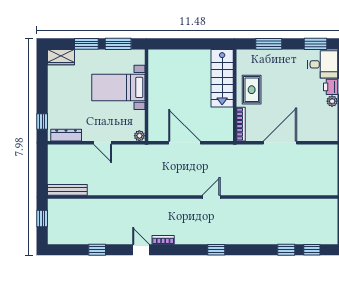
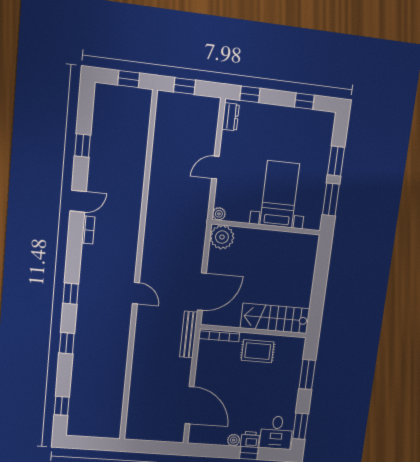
wardrobe: (61, 57) -> (325, 128), removed
window: (42, 77) -> (304, 101), added
plant: (158, 131) -> (222, 237), added
dresser: (66, 135) -> (230, 117), width x0.70
door: (185, 143) -> (202, 292), moved
door: (280, 143) -> (190, 405), moved
window: (42, 174) -> (184, 86), added
bench: (67, 190) -> (189, 335), moved
window: (286, 250) -> (67, 343), moved

